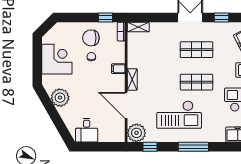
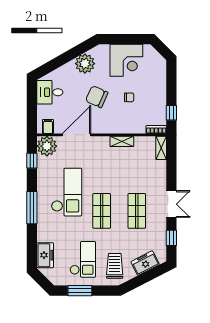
chair: (91, 38) -> (97, 97), moved, turned -66
filing cabinet: (118, 69) -> (48, 126), moved
shelving: (132, 79) -> (122, 141), moved
checkout: (179, 115) -> (67, 192), turned 180

